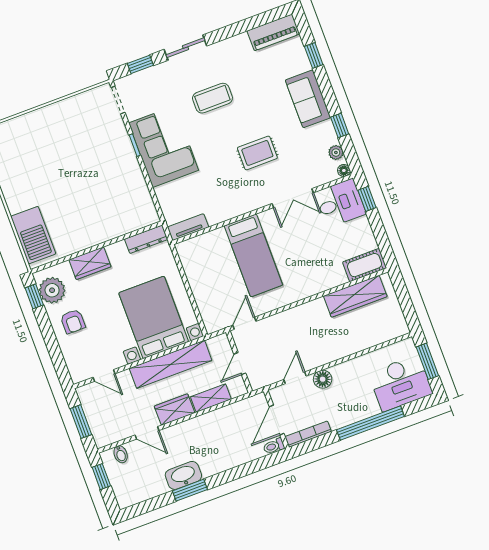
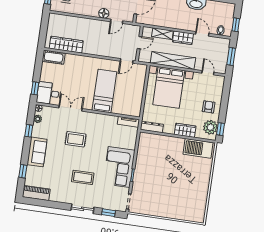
barbecue: (33, 235) -> (198, 148), moved, turned -90

